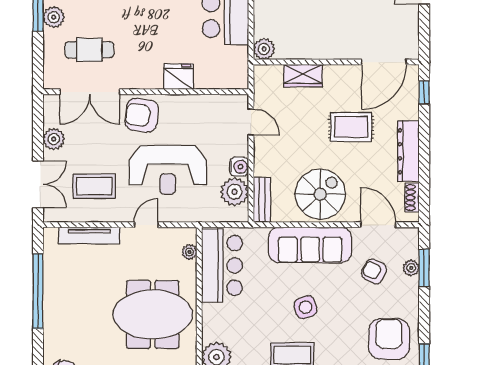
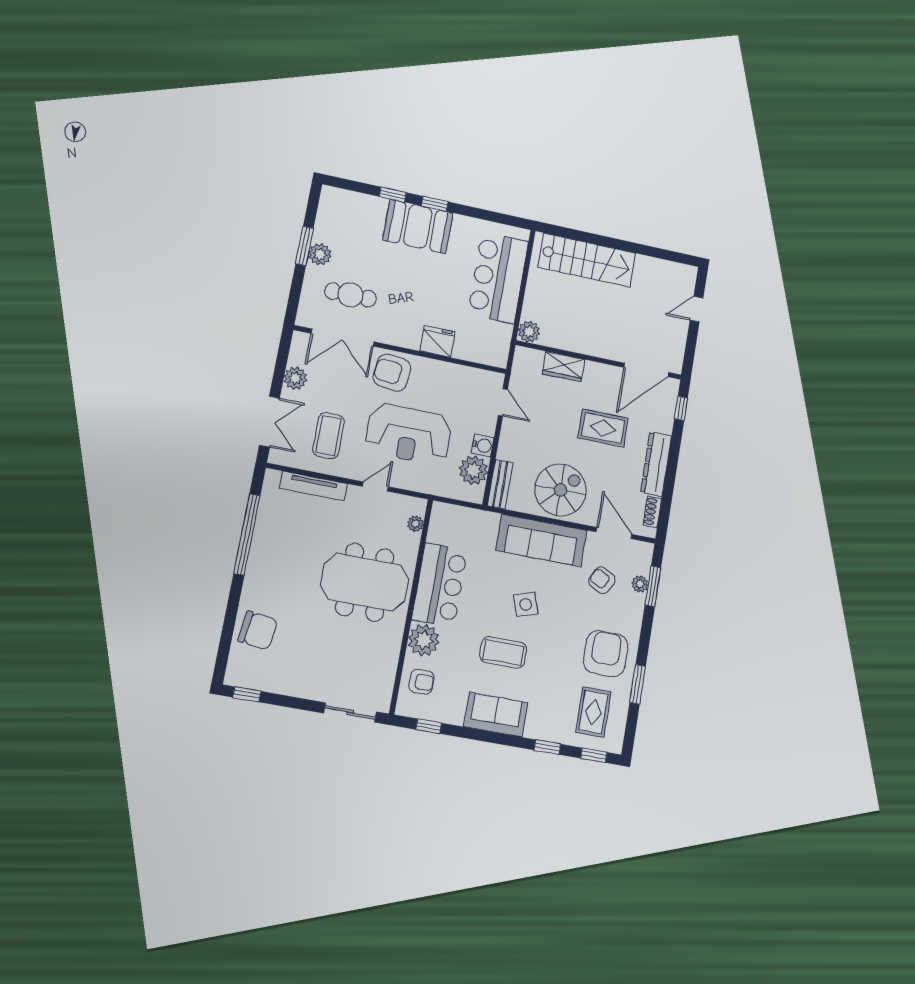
coffee table: (94, 186) -> (328, 436), turned 90
bar counter: (222, 265) -> (440, 585), moved

